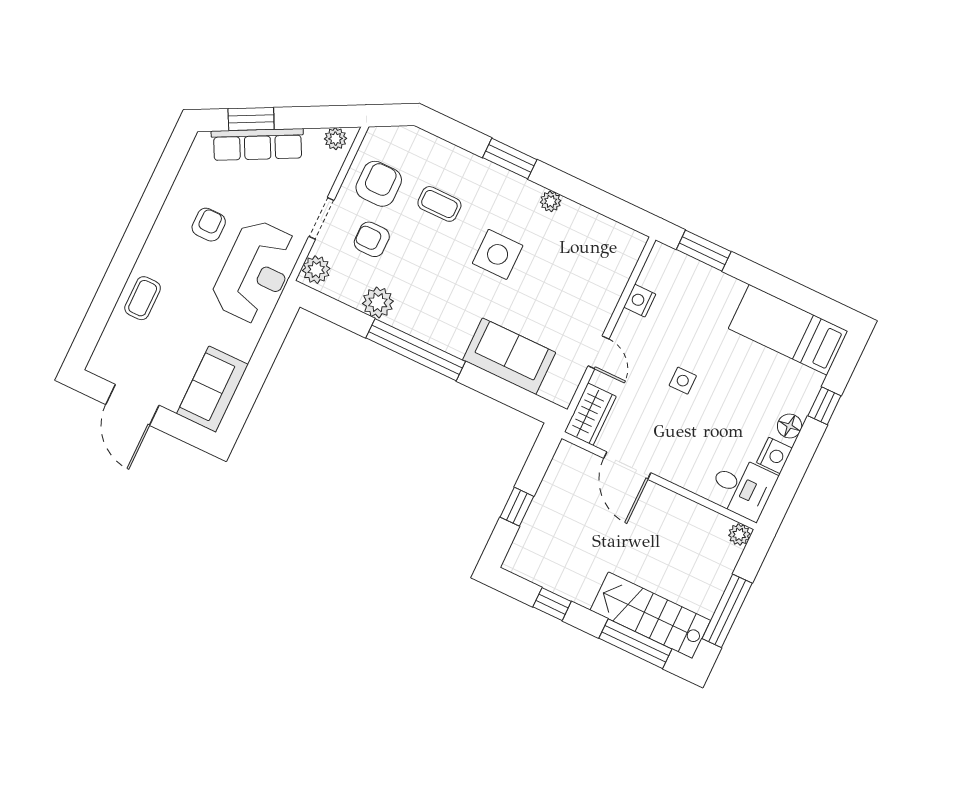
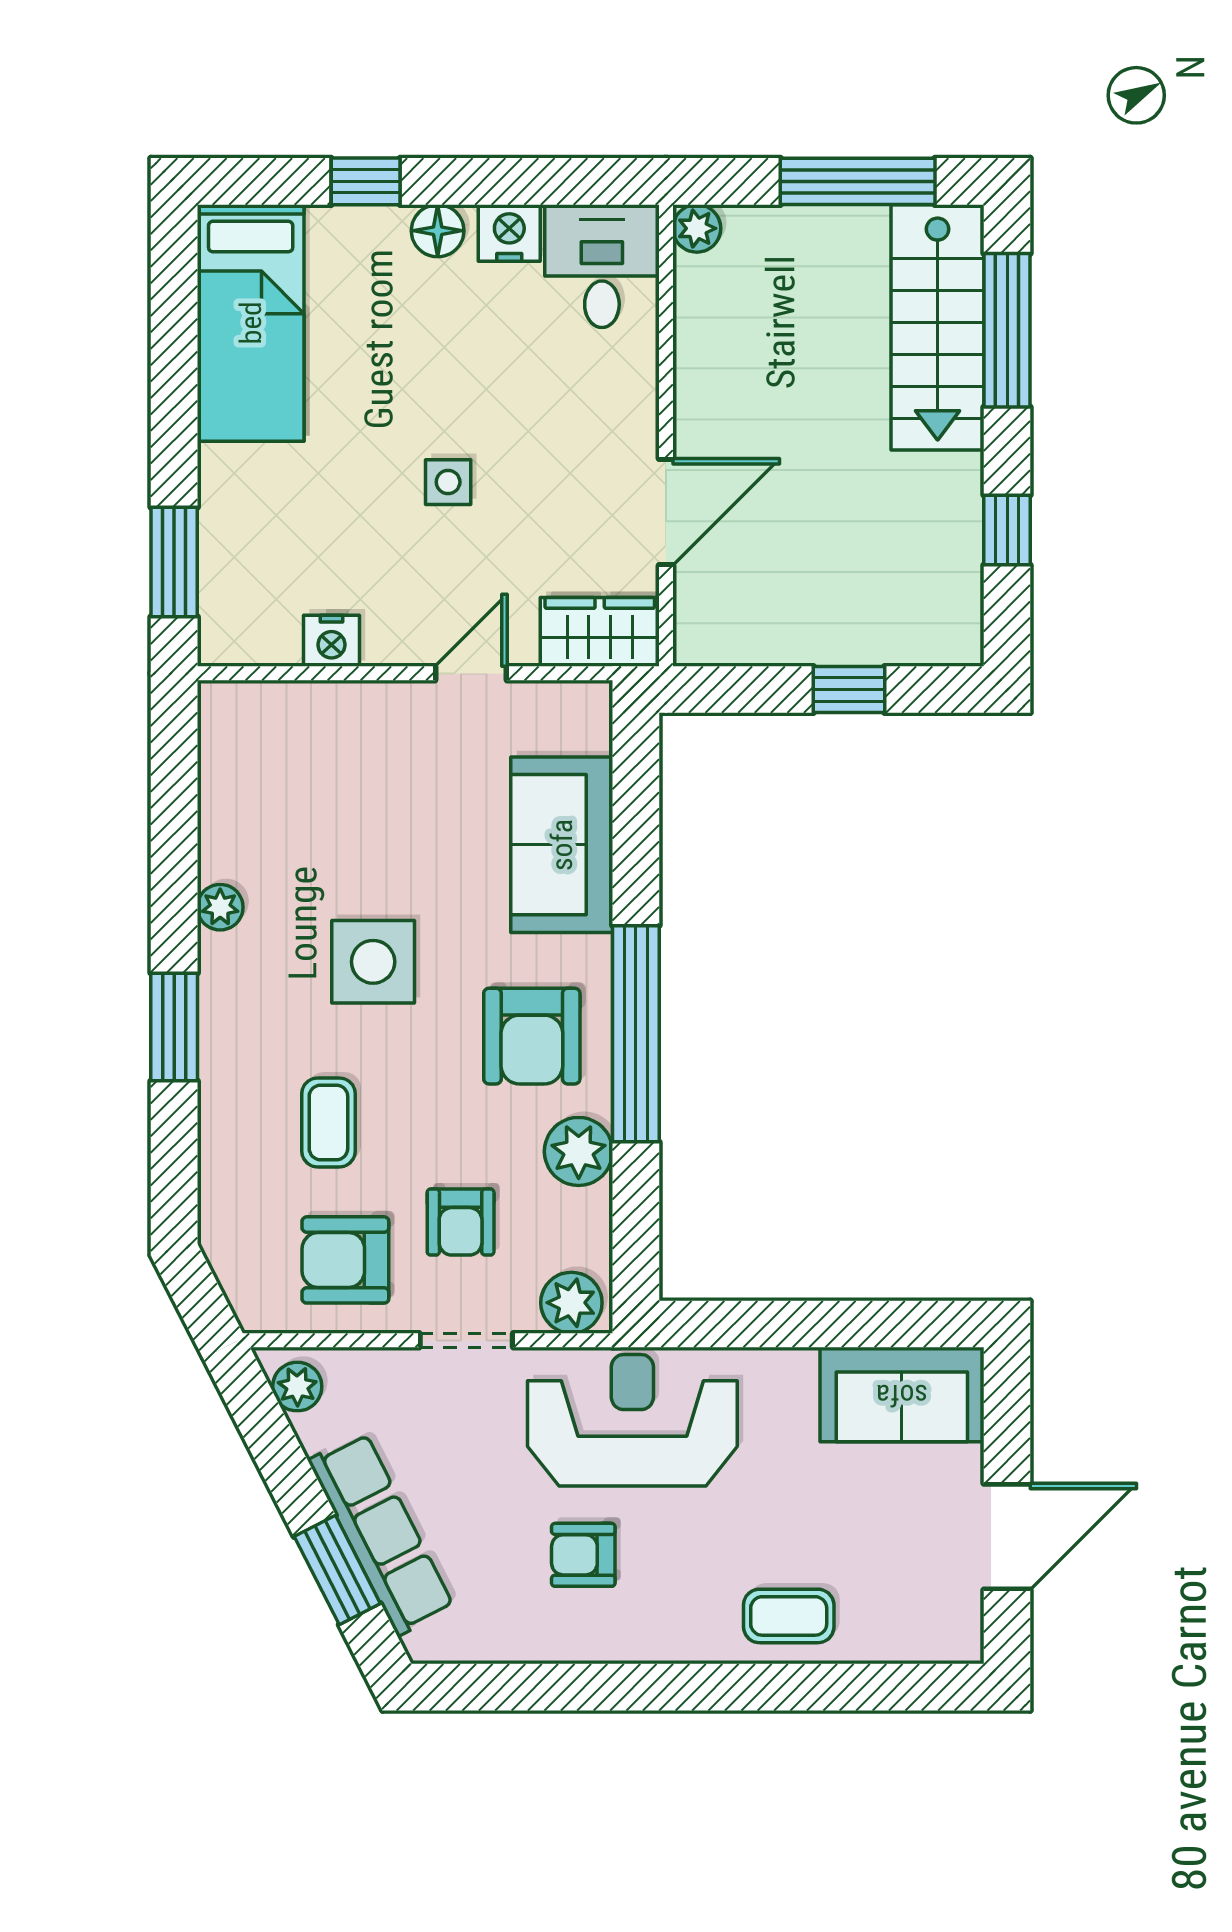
armchair: (435, 306) -> (532, 1036), added

